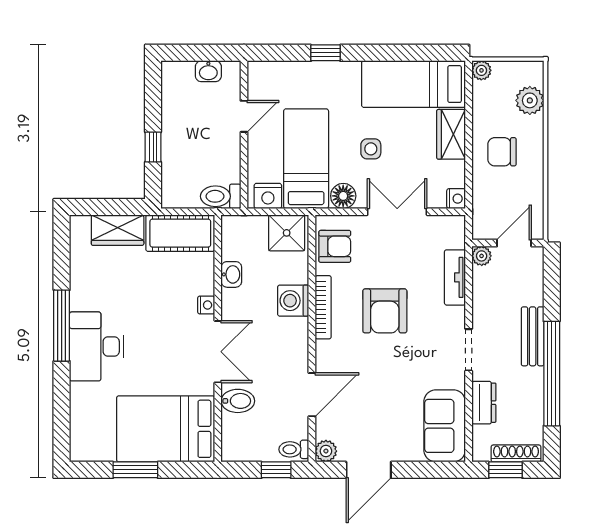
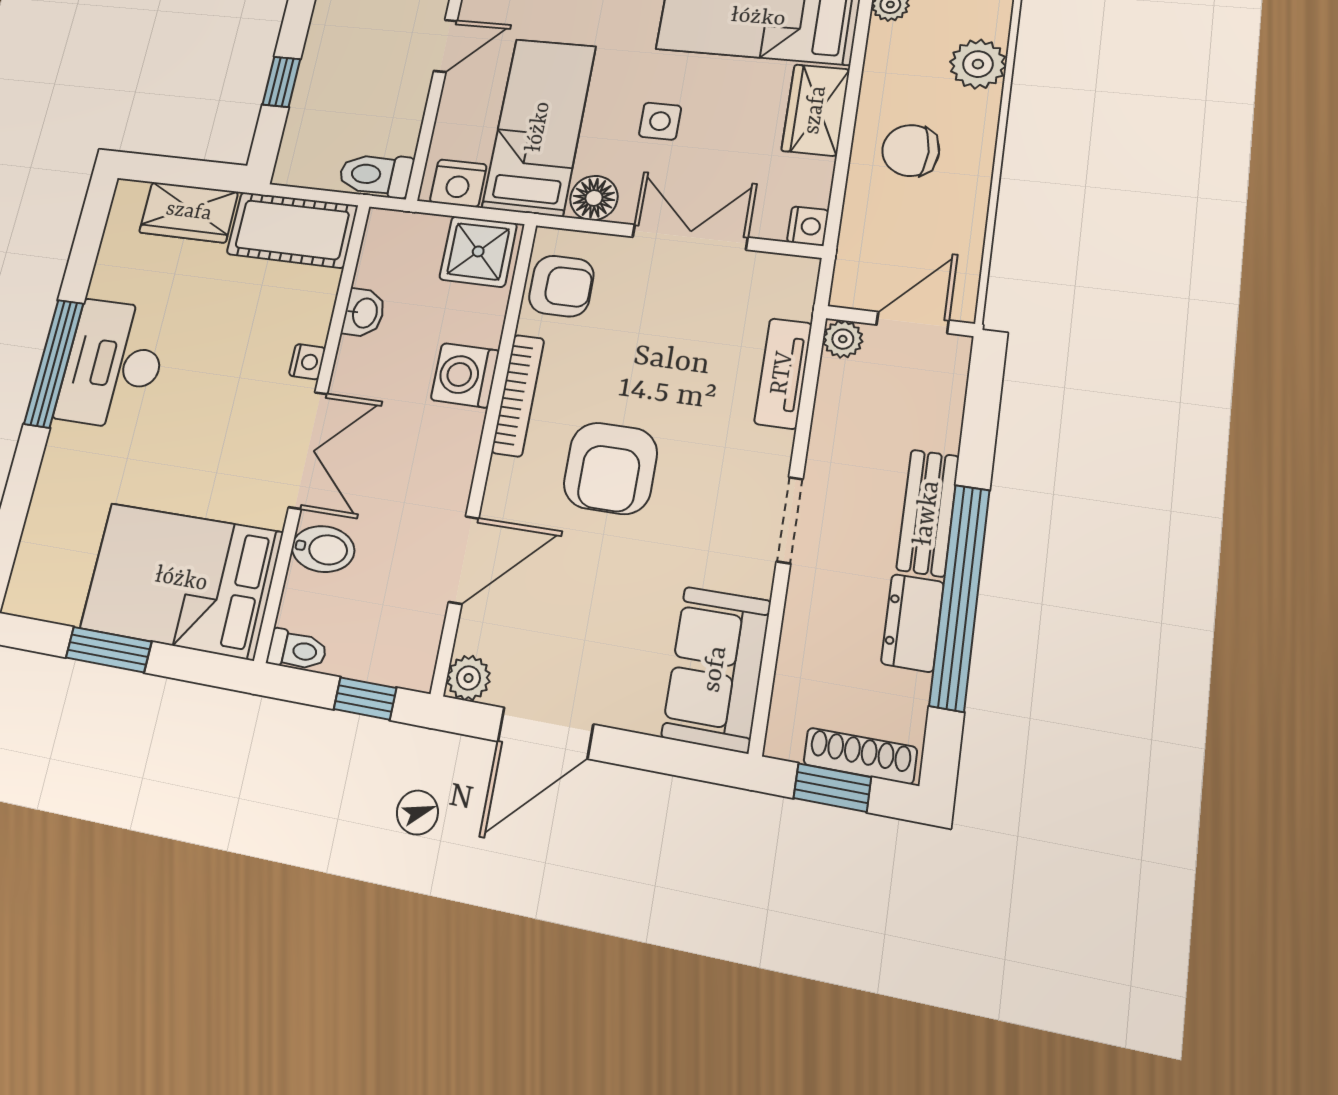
armchair: (385, 311) -> (610, 468), moved
desk: (97, 346) -> (113, 364), moved
dresser: (484, 403) -> (912, 623), moved, turned 180
toilet: (294, 449) -> (297, 650), moved, turned 180

